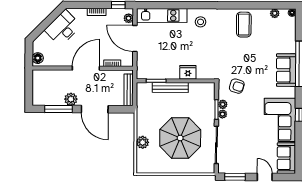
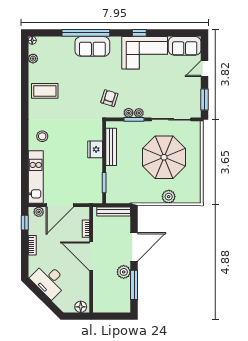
bench: (170, 87) -> (111, 147), moved

